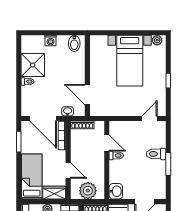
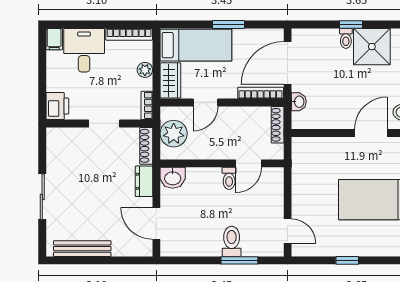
window: (19, 78) -> (351, 25), added
door: (87, 95) -> (371, 133), moved
window: (19, 142) -> (229, 25), moved
window: (168, 164) -> (239, 260), moved

